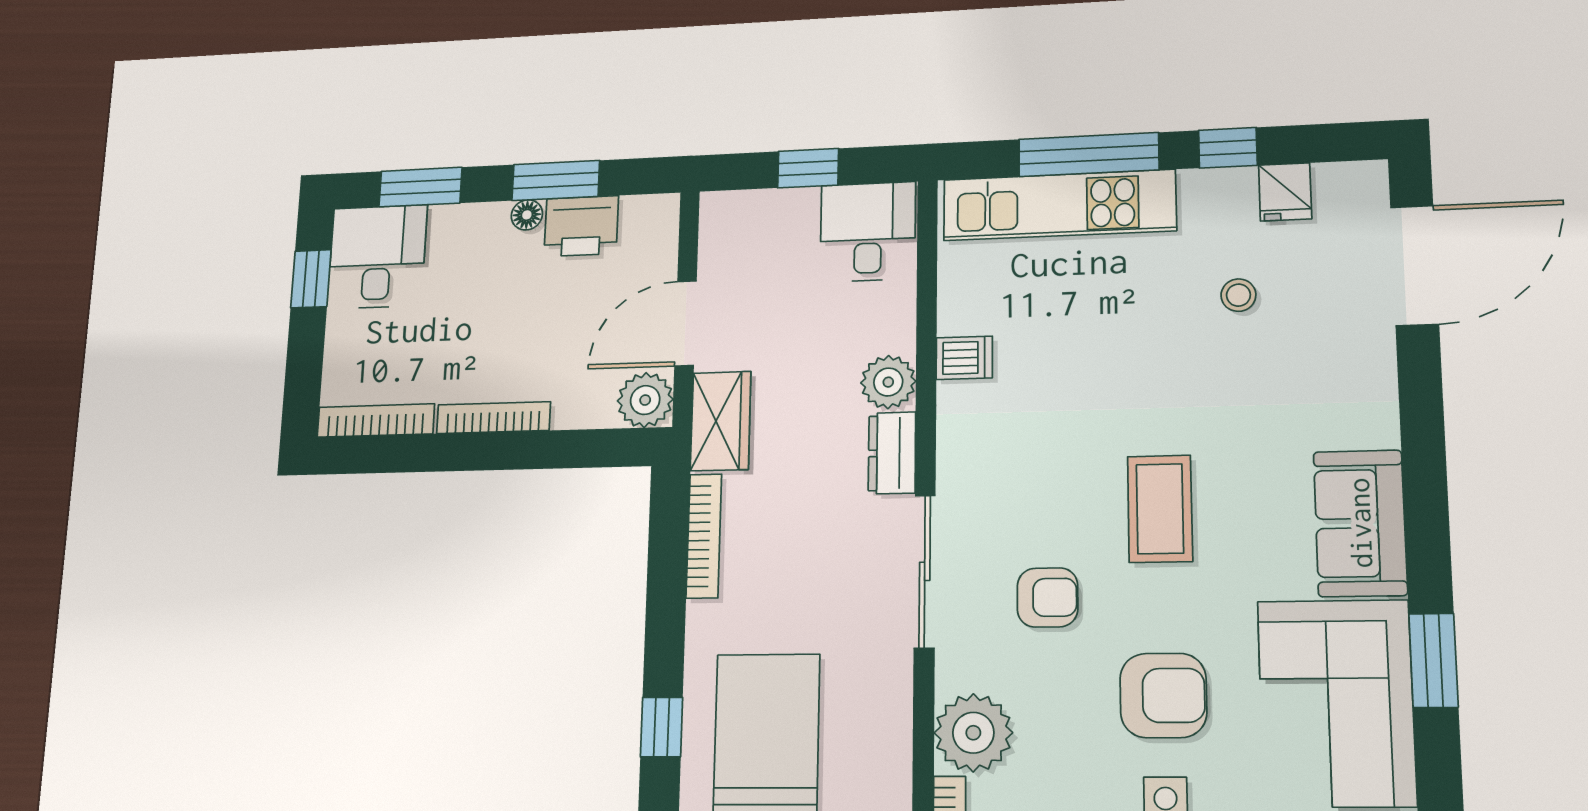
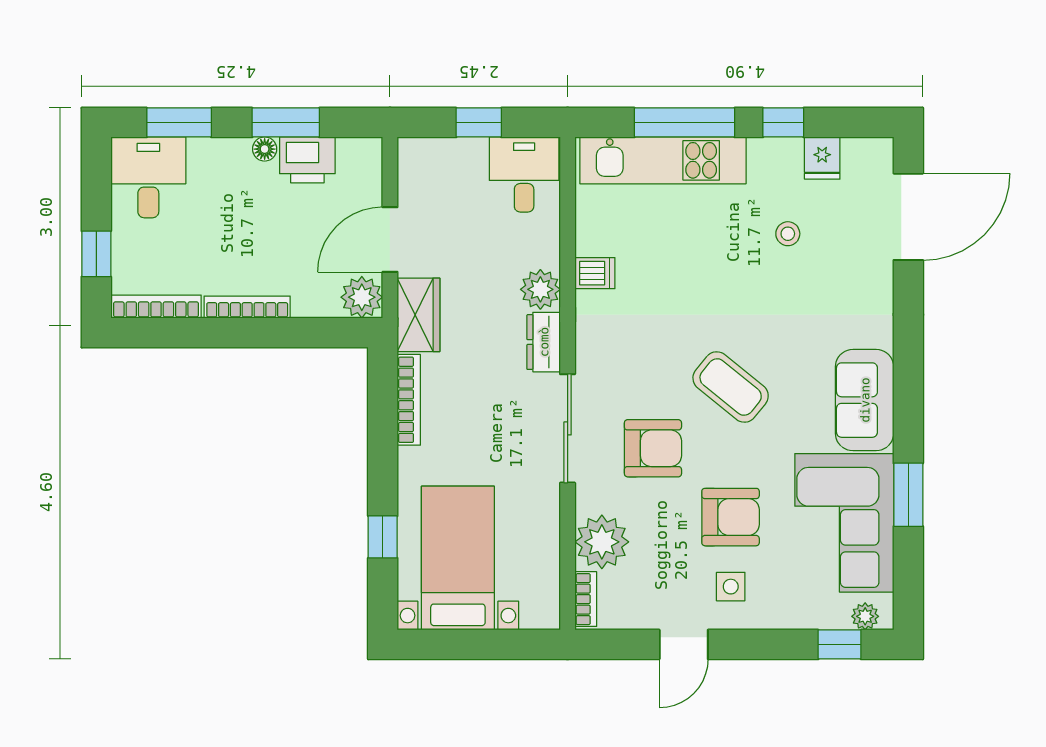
window: (311, 279) -> (96, 254), moved
coffee table: (1160, 509) -> (731, 387), turned -51
armchair: (1048, 597) -> (653, 448), width x1.38, depth x1.38

